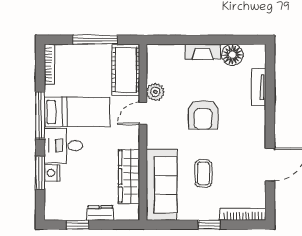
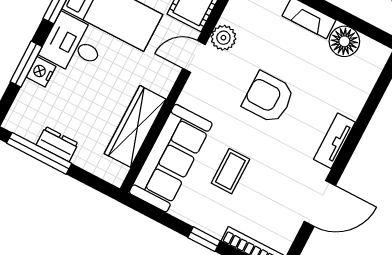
tv unit: (259, 87) -> (334, 141), moved
armchair: (203, 115) -> (268, 98), turned 90
dresser: (100, 213) -> (57, 144), moved
window: (78, 225) -> (39, 153), width x2.17

